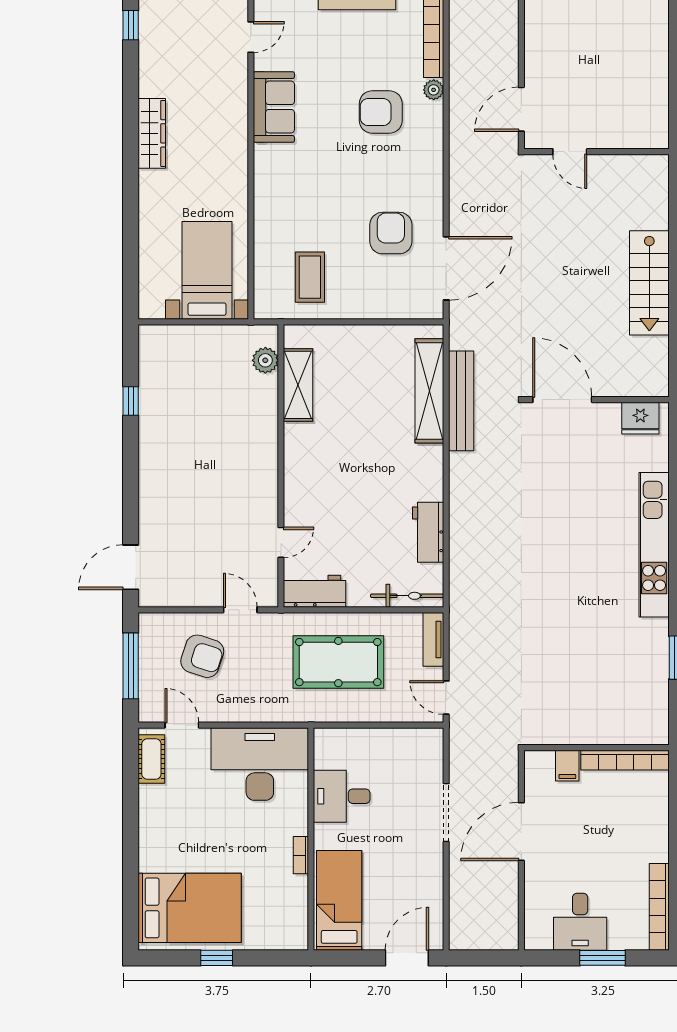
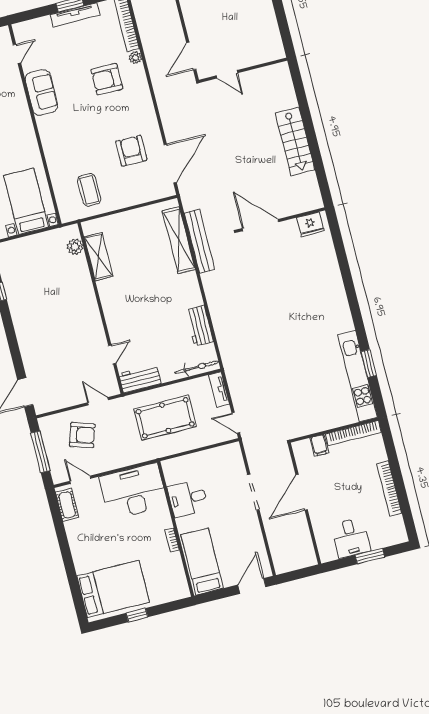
kitchen unit: (654, 545) -> (357, 376), moved
bookcase: (659, 907) -> (389, 488), moved

